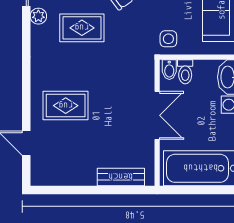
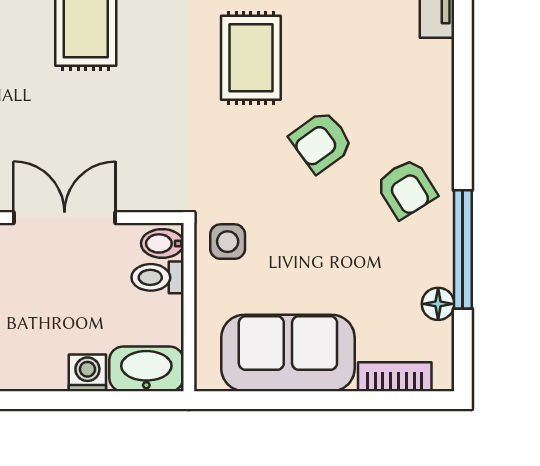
double door: (157, 115) -> (65, 218), swing flipped

